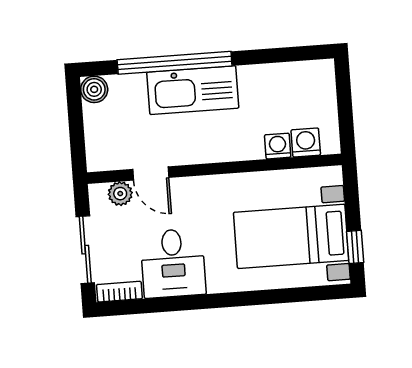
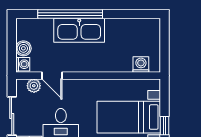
boiler: (94, 89) -> (23, 48), moved
washing machine: (278, 146) -> (23, 64), moved, turned 90

